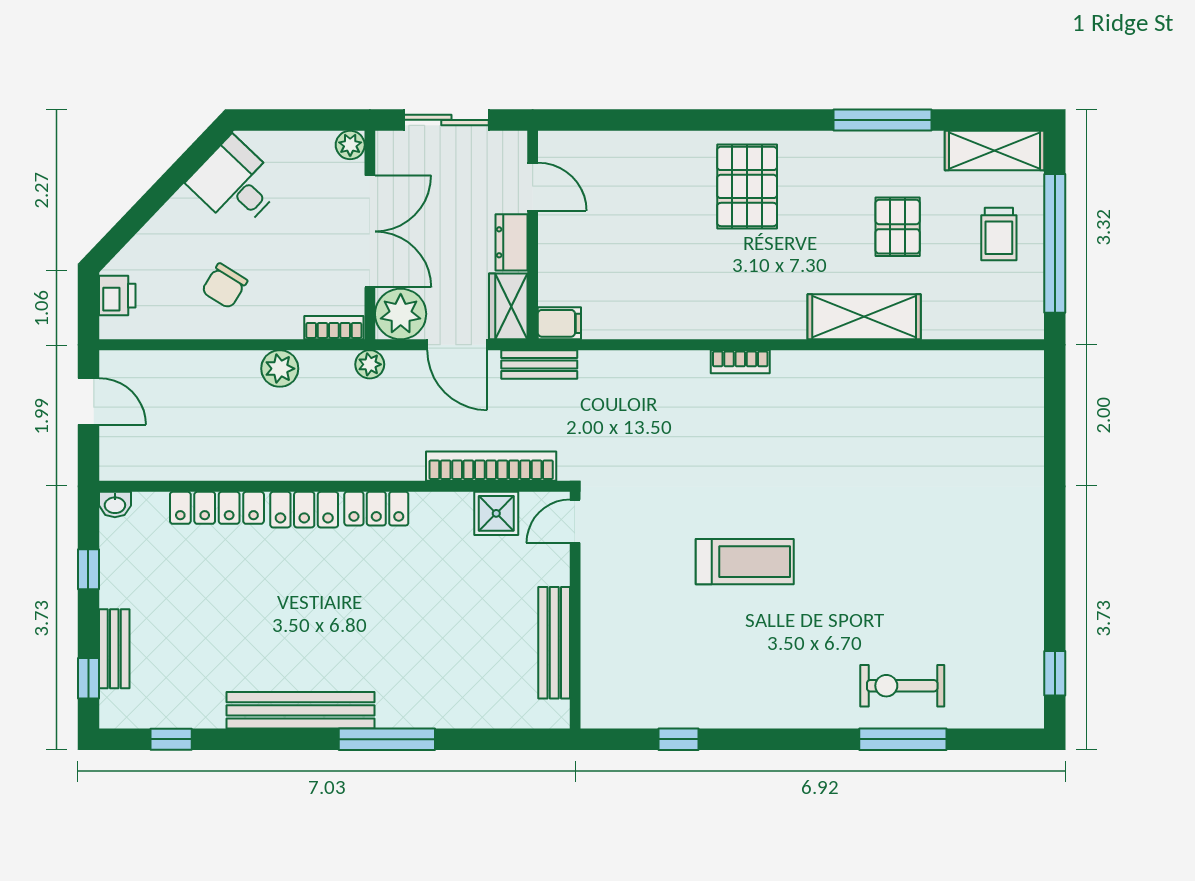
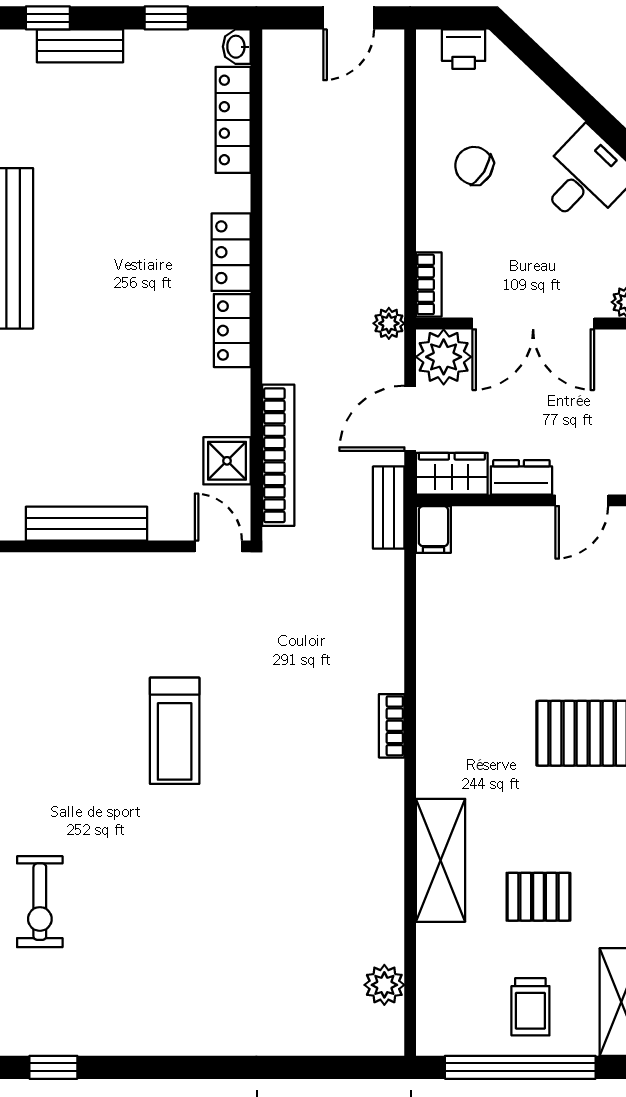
trolley: (999, 234) -> (530, 1007), turned -90
plant: (280, 369) -> (384, 985), moved
locker: (217, 508) -> (233, 120), moved
exercise bike: (902, 686) -> (40, 902), turned 180

